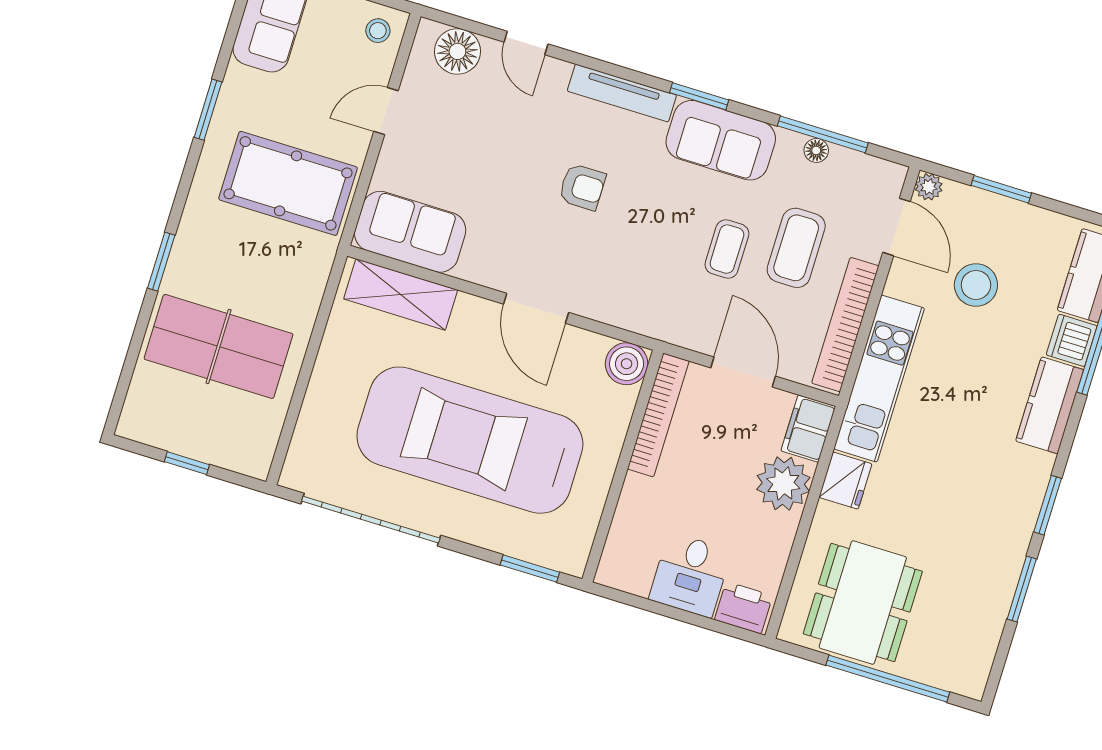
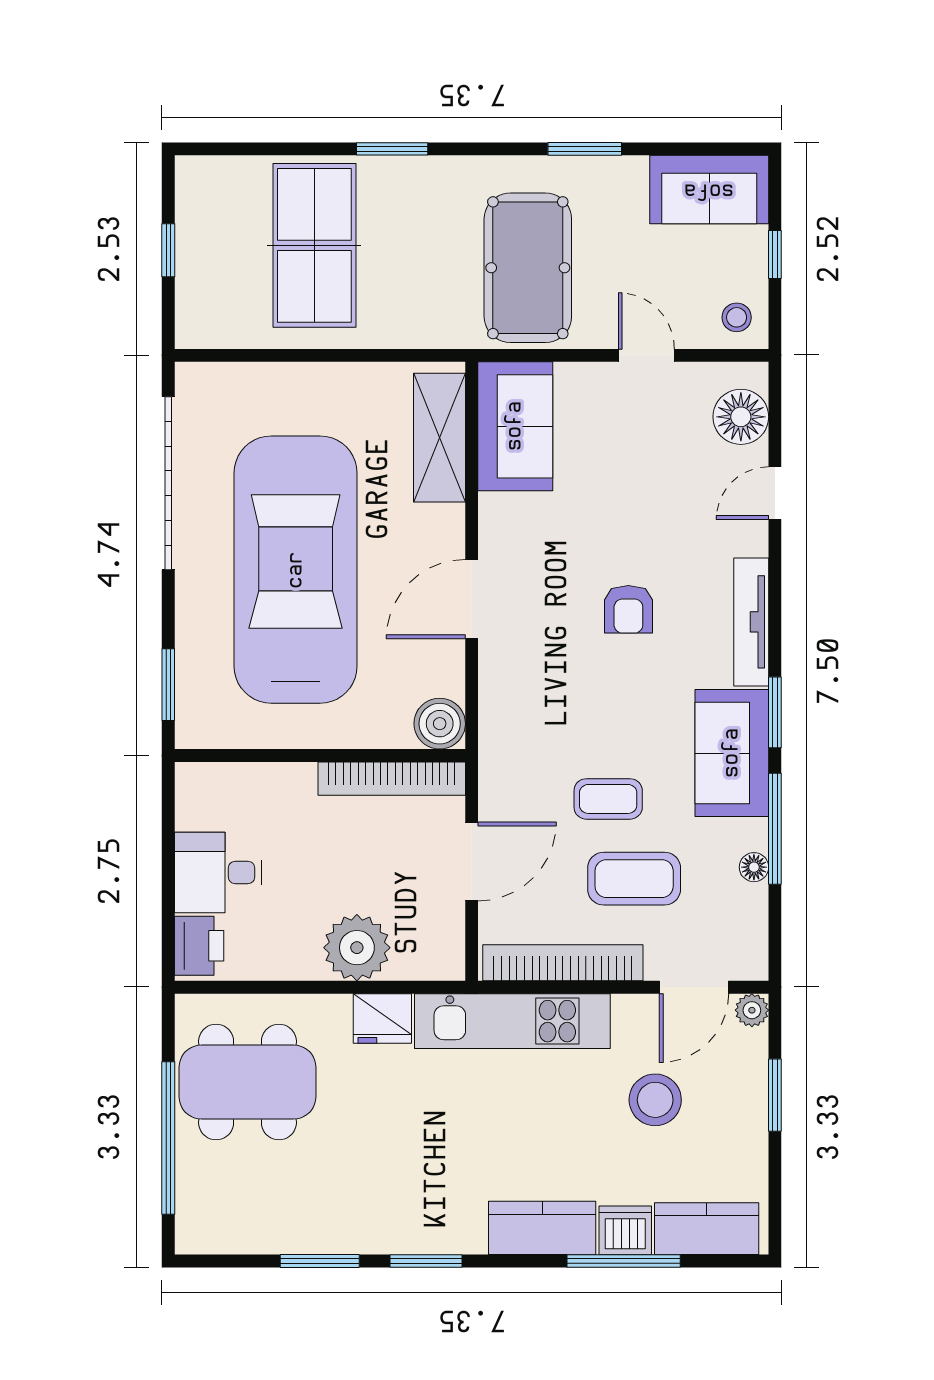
window: (823, 134) -> (775, 829), moved
filing cabinet: (808, 429) -> (429, 957), removed

